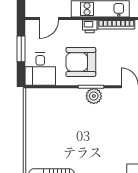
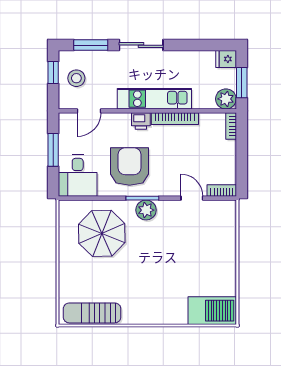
armchair: (81, 62) -> (130, 167), turned 90
parasol: (59, 114) -> (102, 233), added

